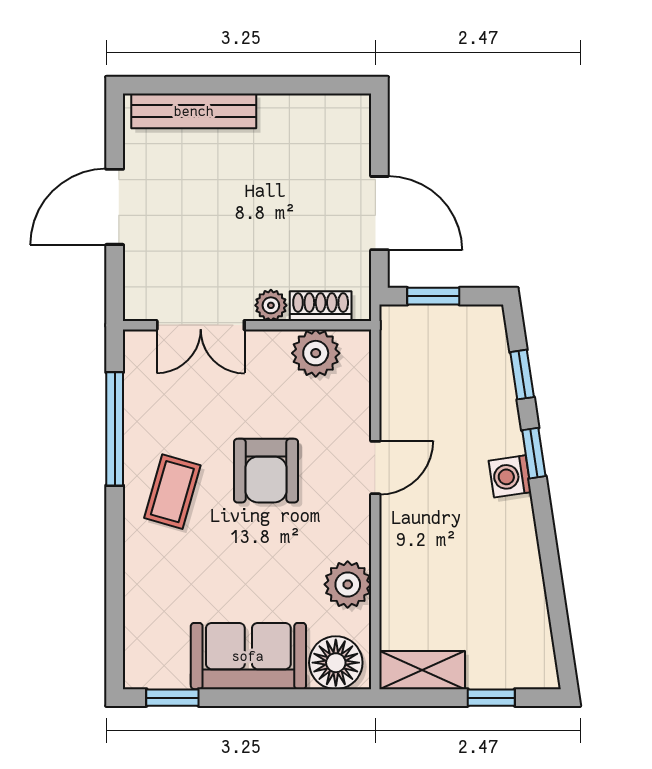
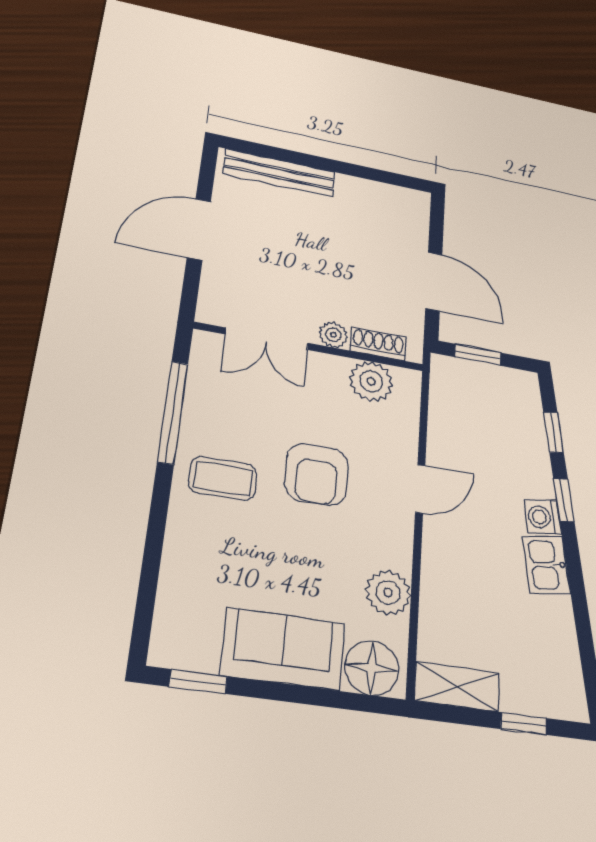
coffee table: (172, 492) -> (223, 478), turned 74
kitchen sink: (514, 529) -> (546, 565), added

